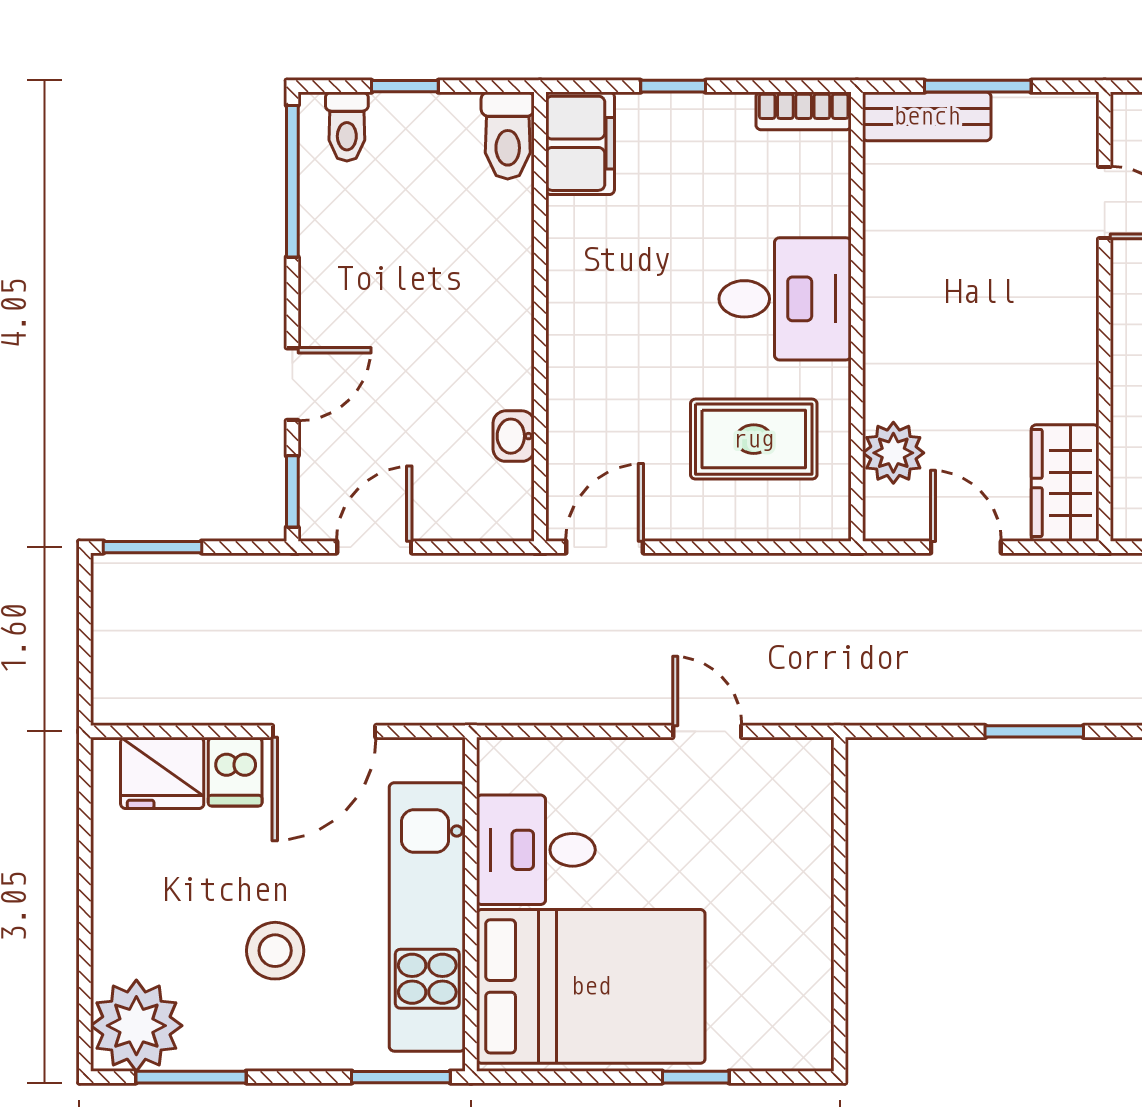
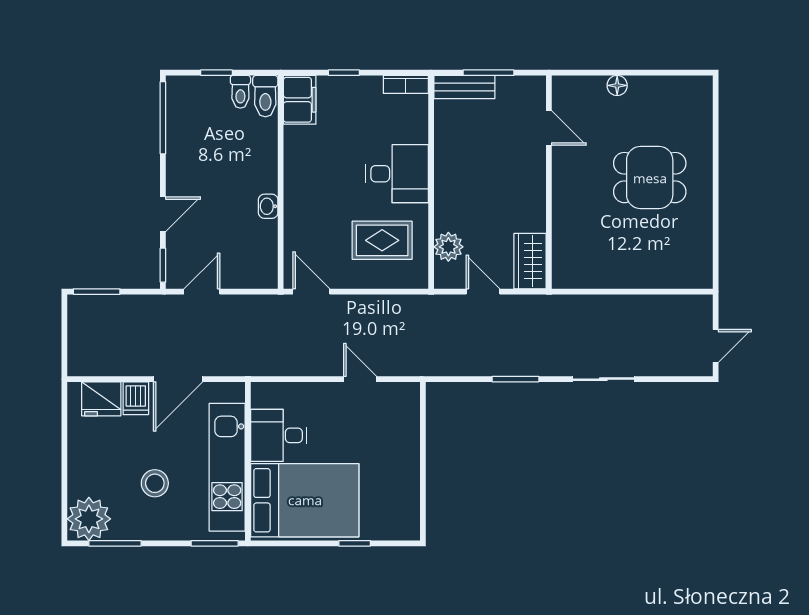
toilet: (347, 126) -> (240, 92), moved
washbasin: (514, 436) -> (268, 206), moved
door: (605, 547) -> (311, 292), hinge flipped

